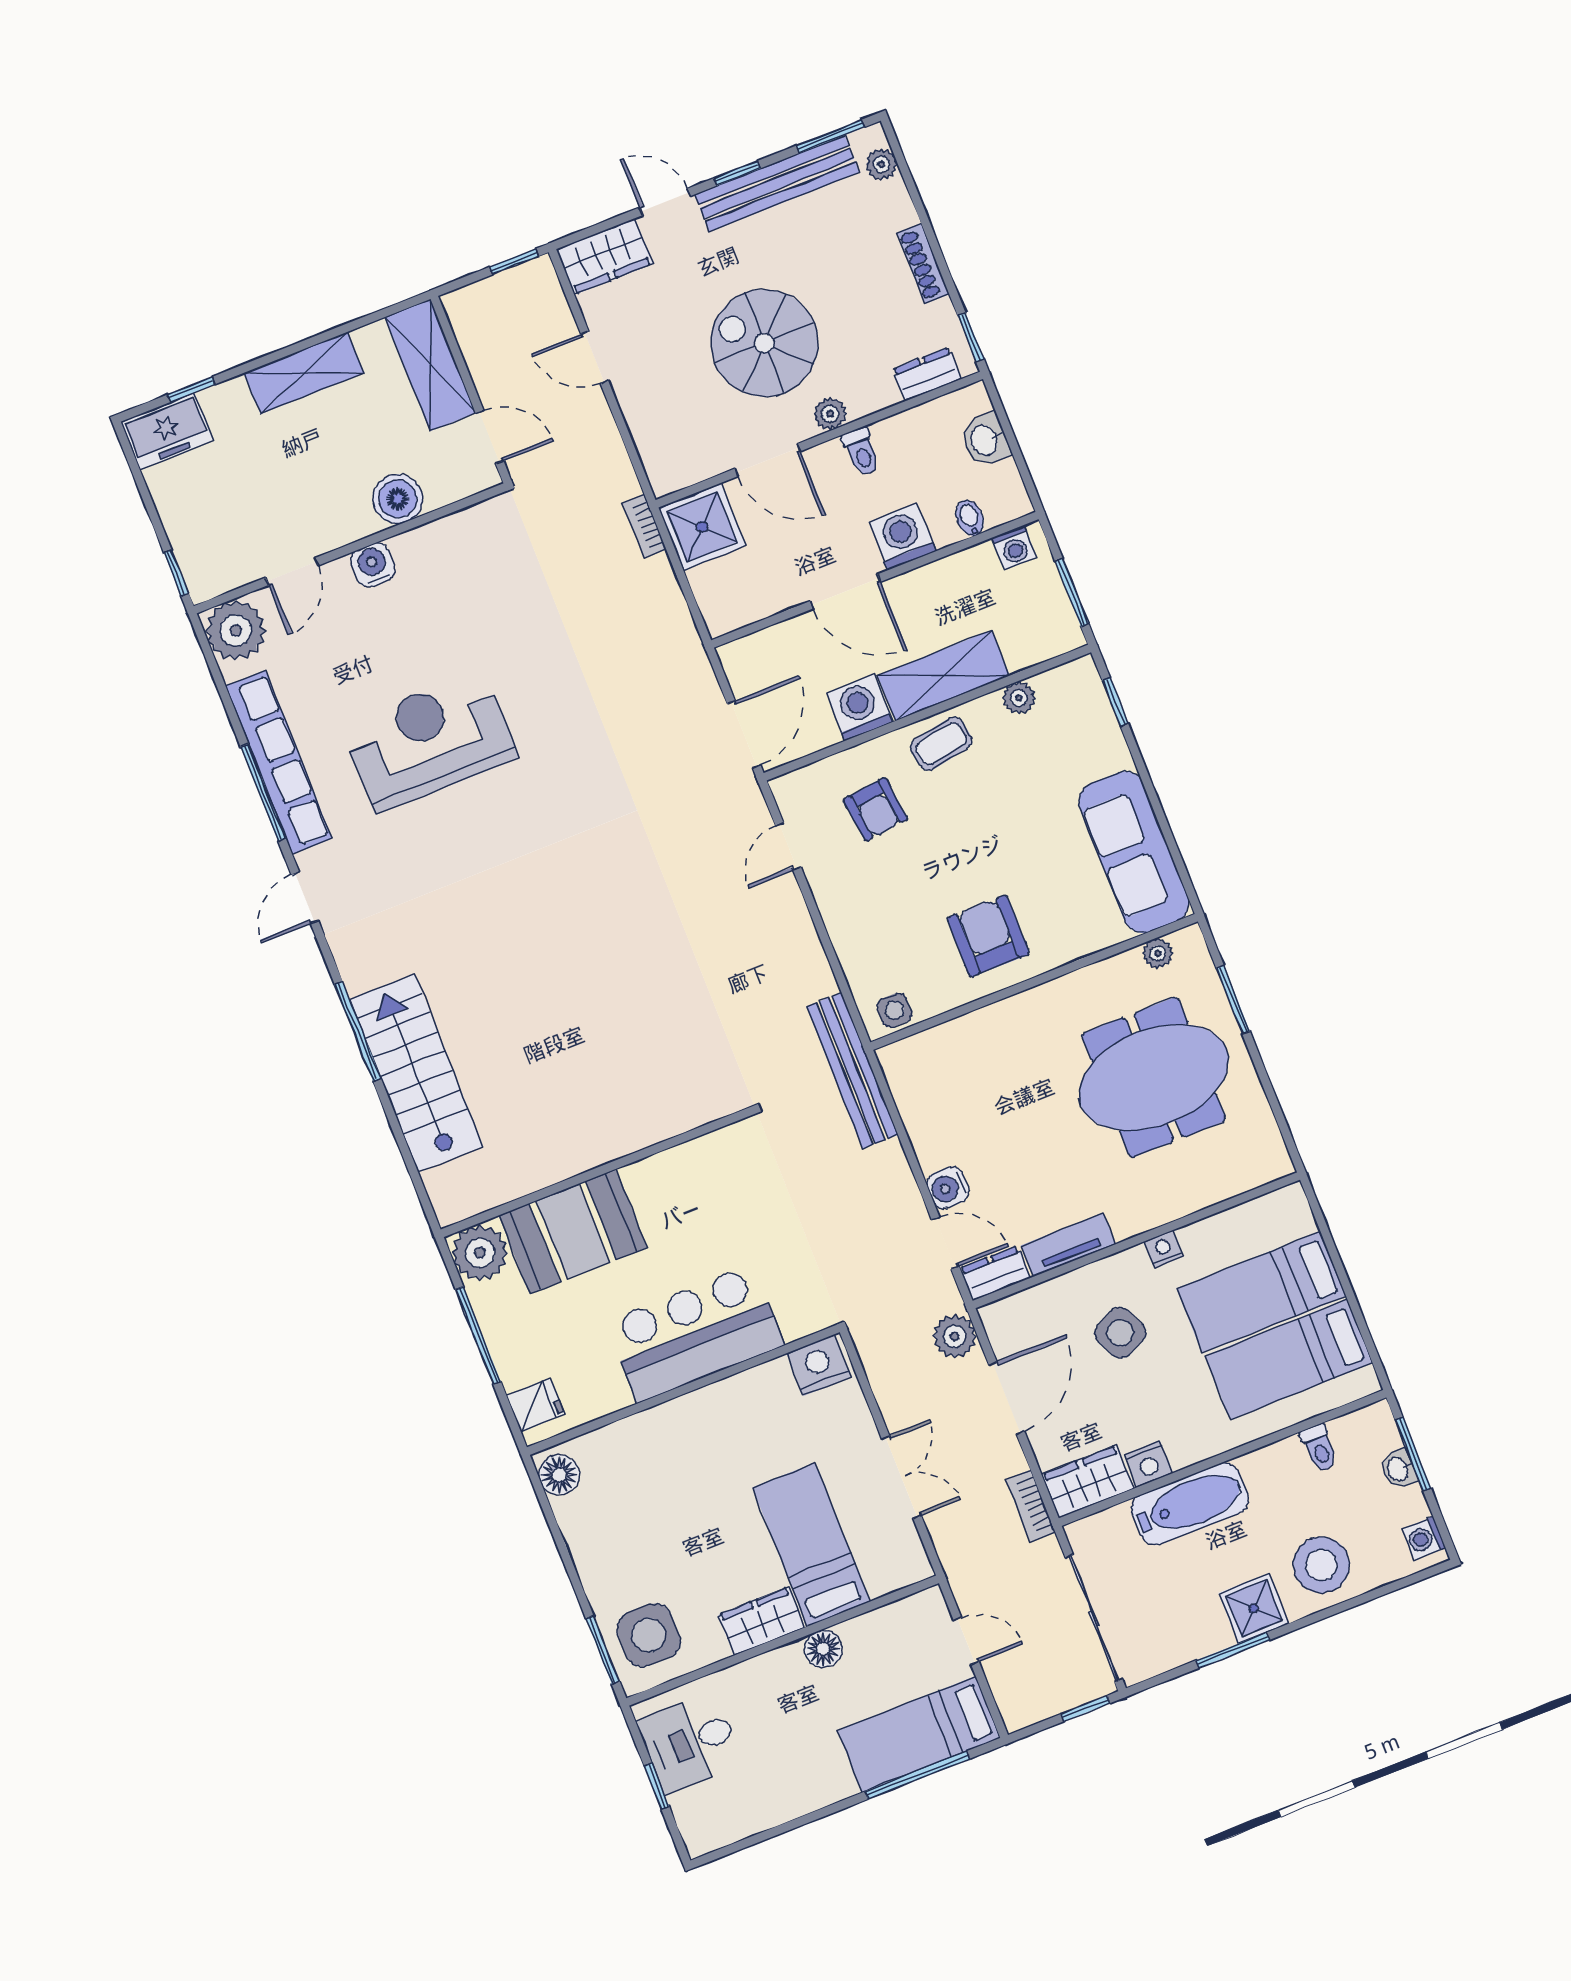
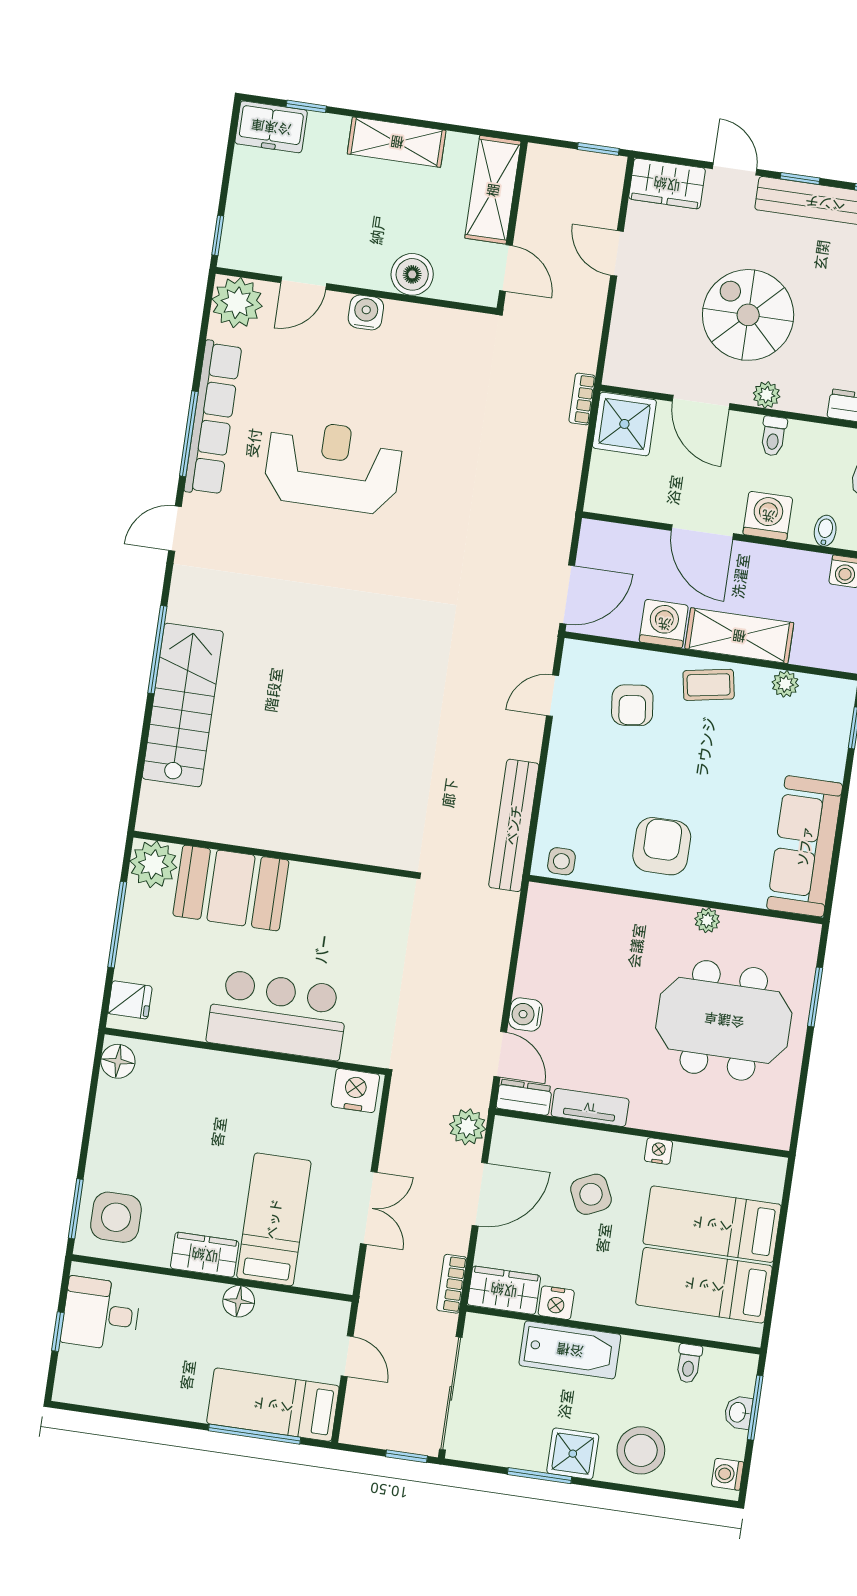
plant: (1158, 953) -> (707, 920), moved
bench: (852, 1071) -> (514, 825), moved

